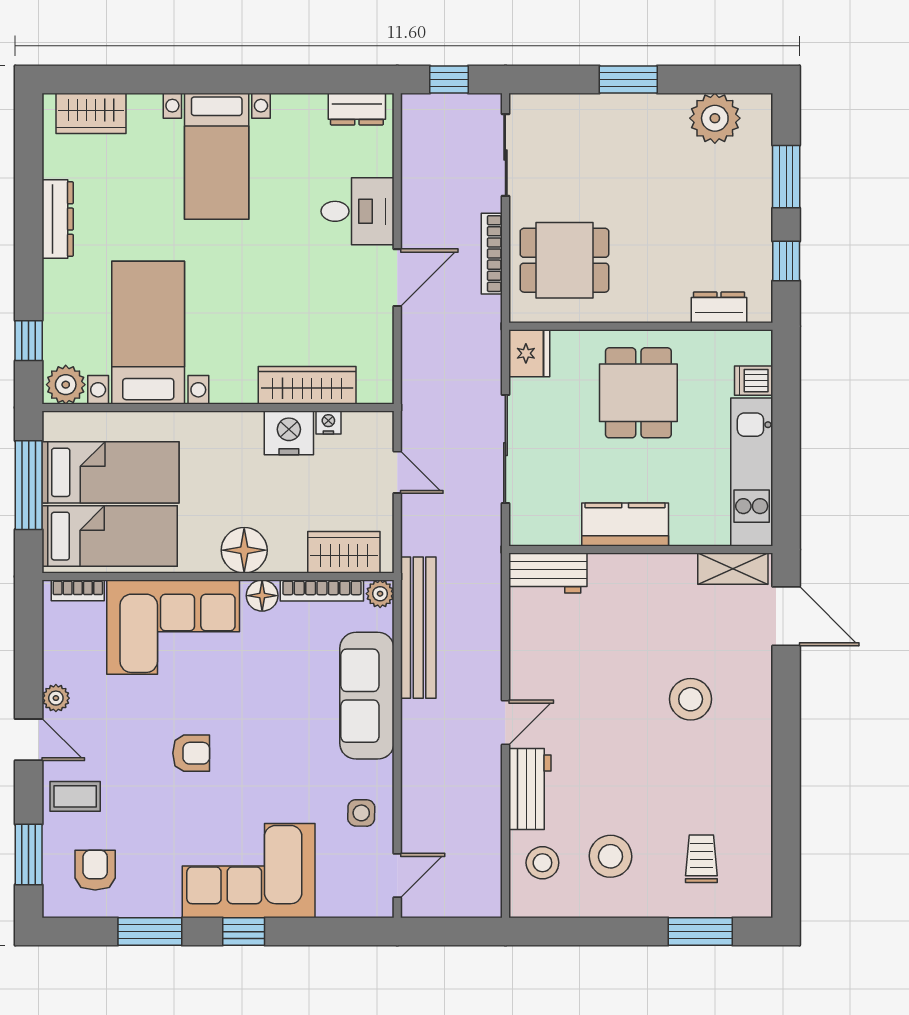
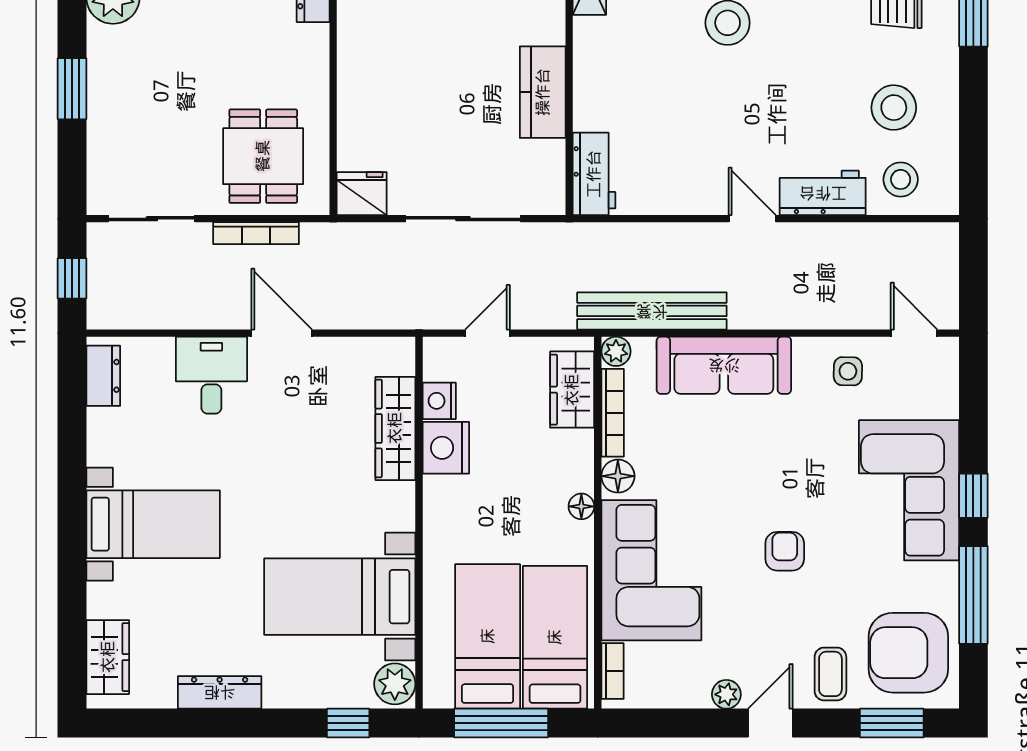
dining table: (638, 393) -> (403, 78), removed
nightstand: (328, 422) -> (439, 401), width x1.39, depth x1.35
floor lamp: (244, 550) -> (581, 506), width x0.53, depth x0.53
armchair: (95, 870) -> (908, 653), width x1.88, depth x1.88
window: (150, 932) -> (973, 595), width x1.44

